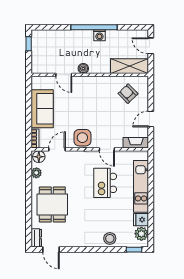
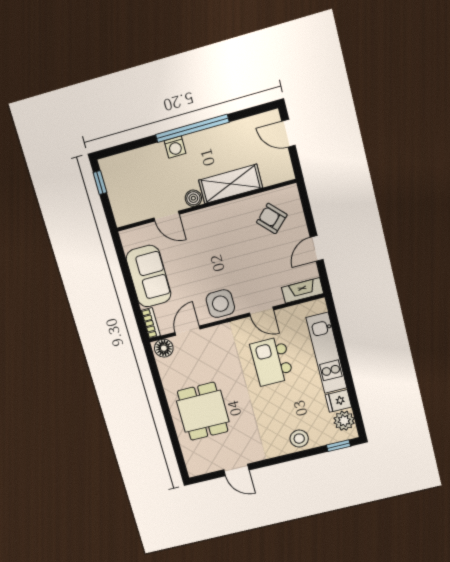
washing machine: (99, 35) -> (175, 147), moved
shelving: (129, 66) -> (231, 184), moved
plant: (36, 173) -> (167, 372), removed
dresser: (36, 238) -> (193, 463), removed
door: (51, 250) -> (236, 470), moved

